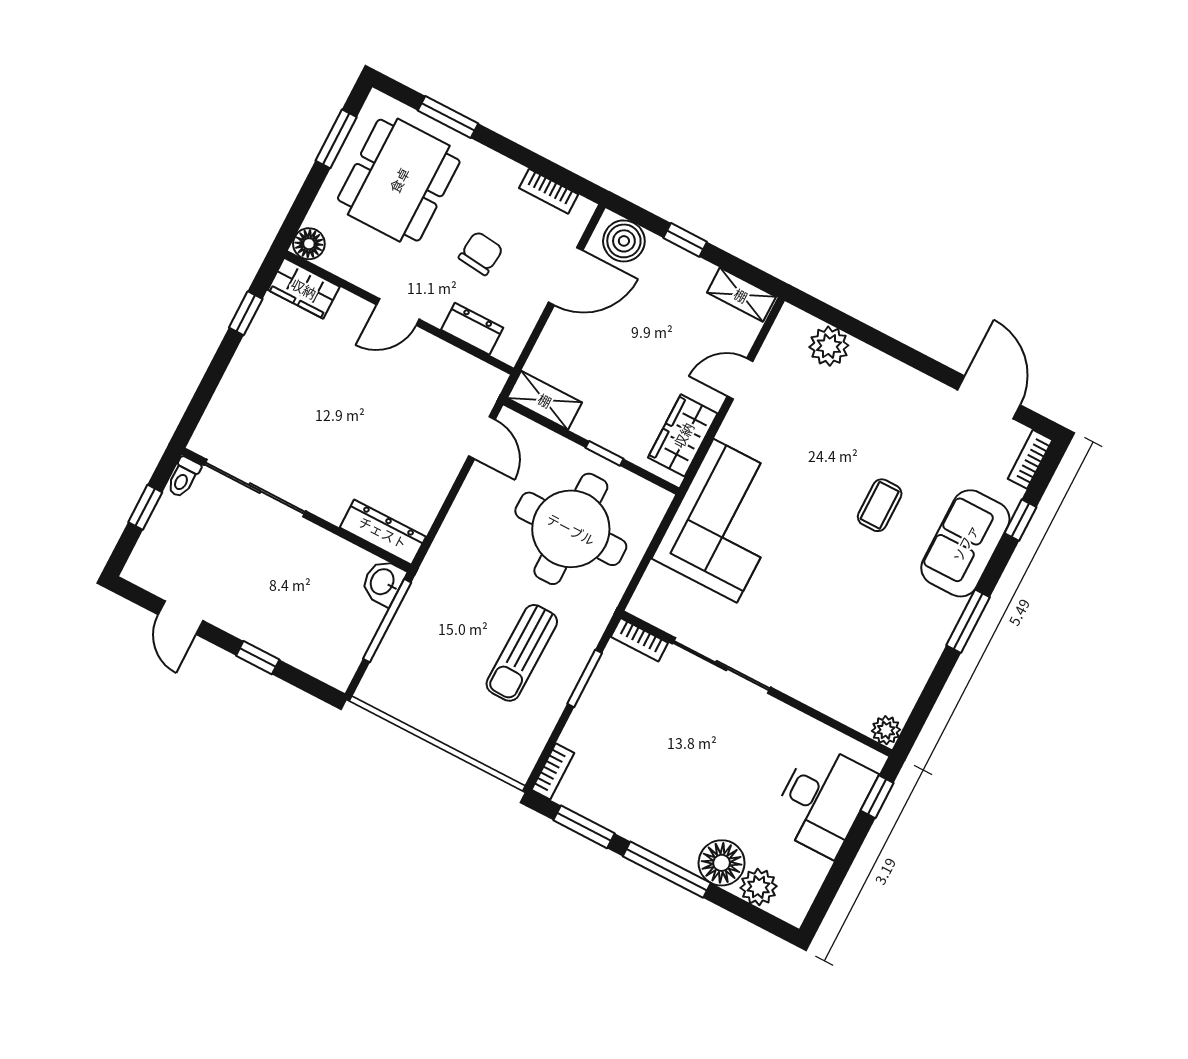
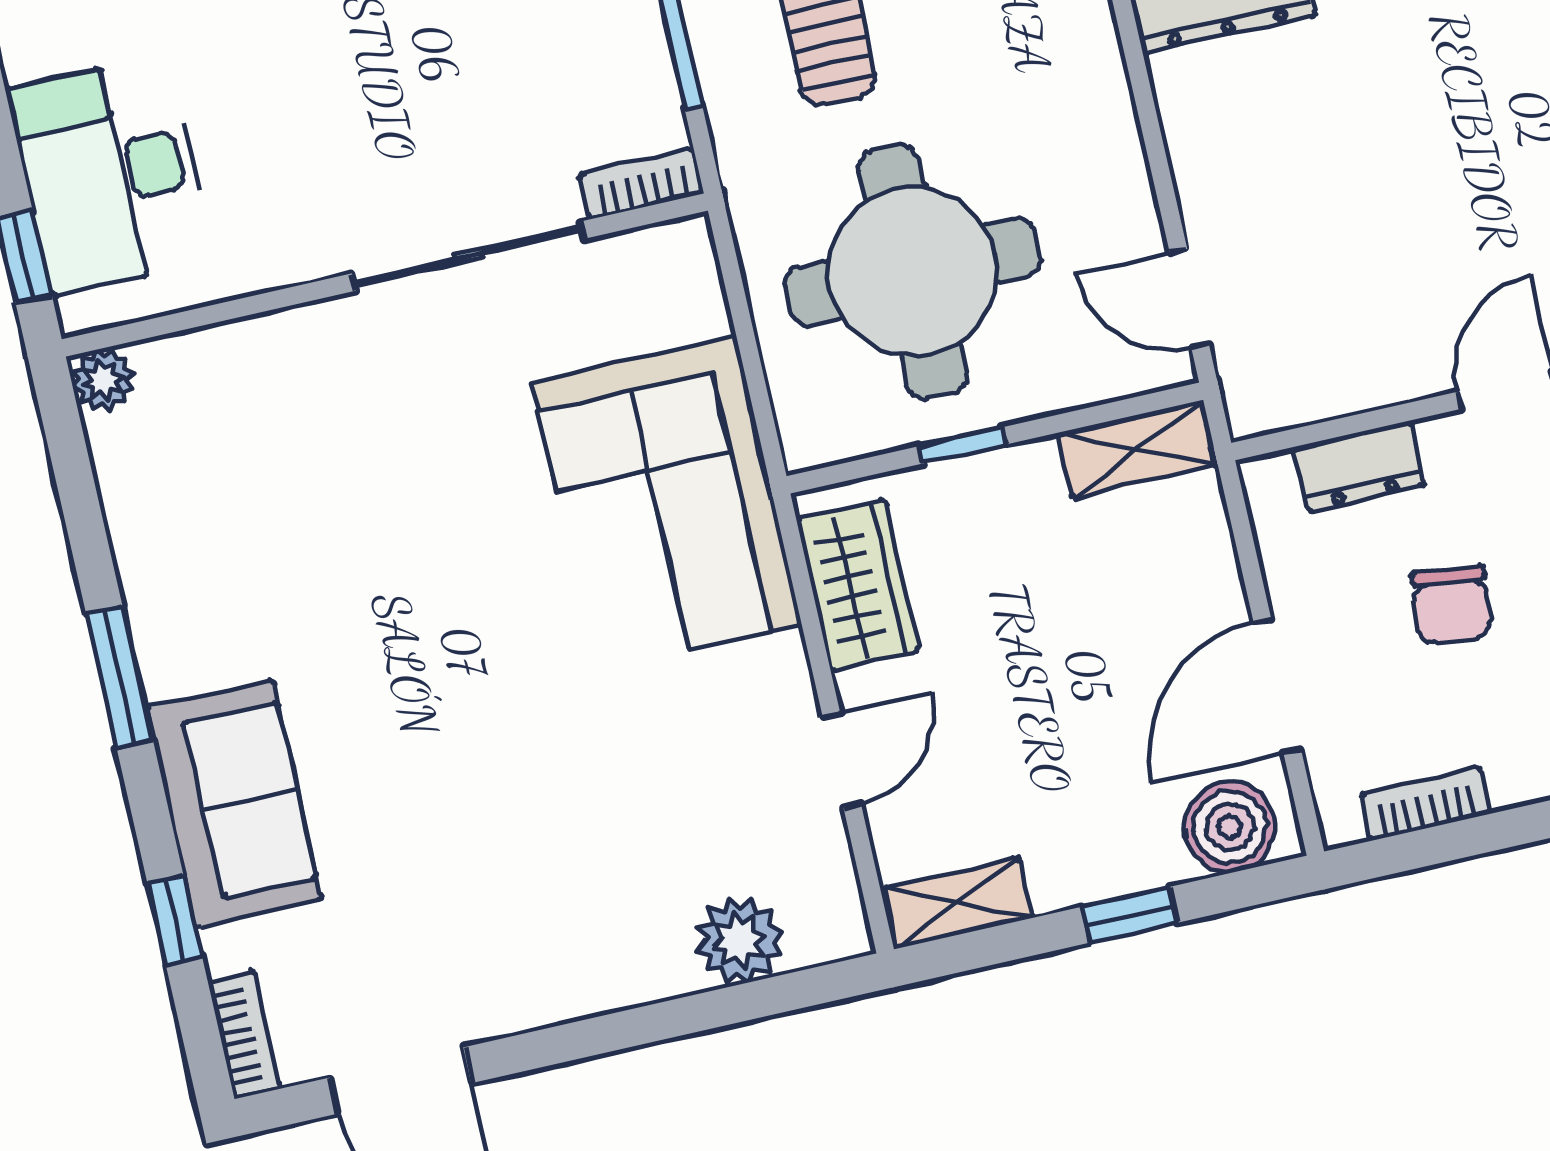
coffee table: (880, 505) -> (431, 746), removed

